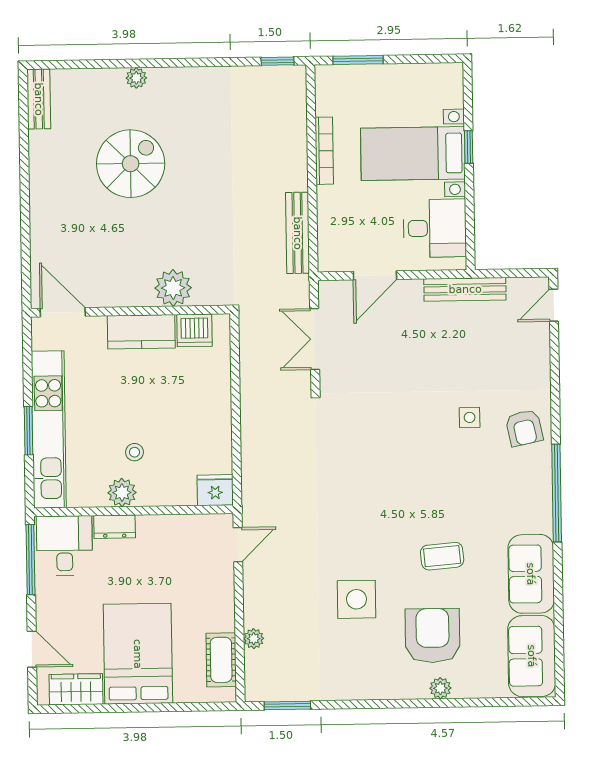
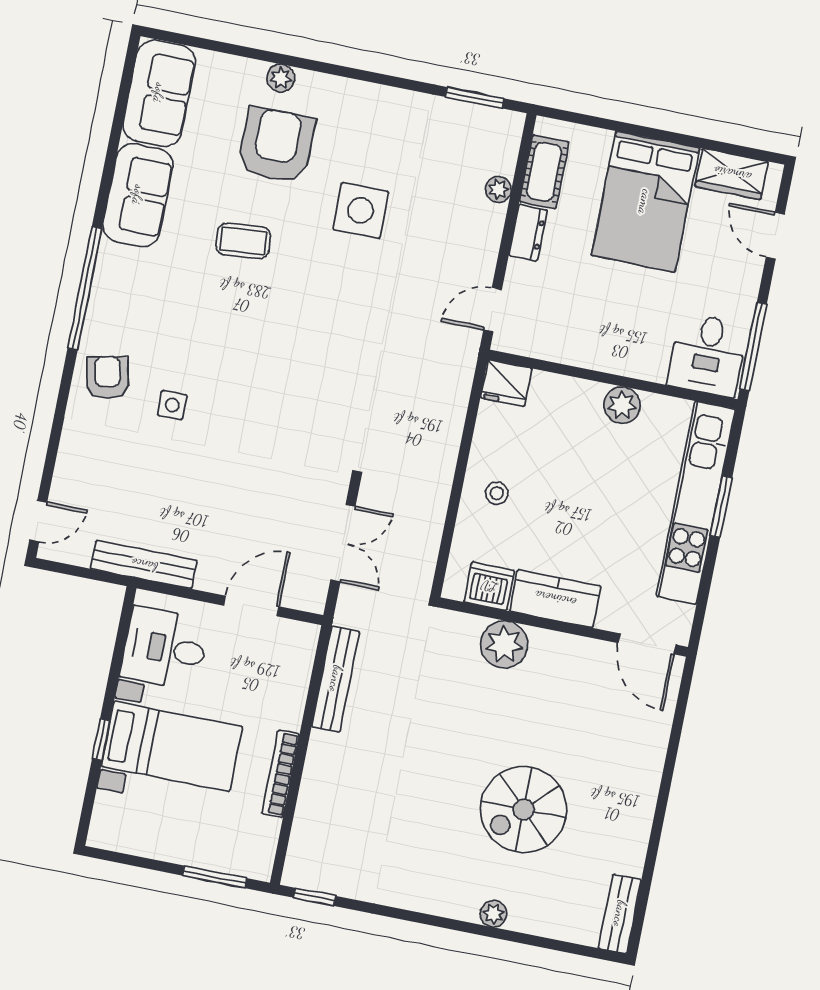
stool: (135, 452) -> (497, 493), moved
dresser: (115, 527) -> (528, 233), moved, turned 90
armchair: (433, 636) -> (276, 145), turned 180

